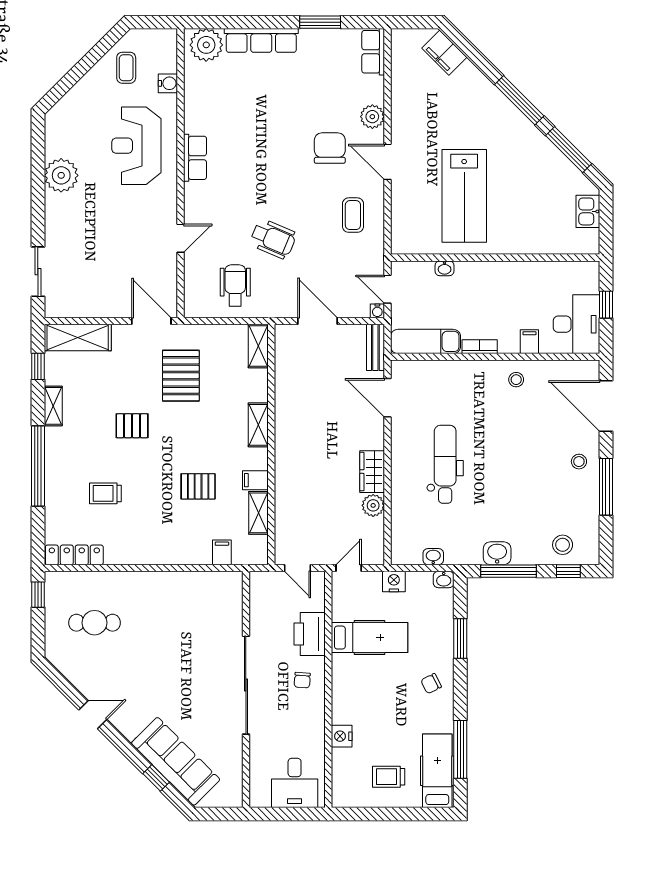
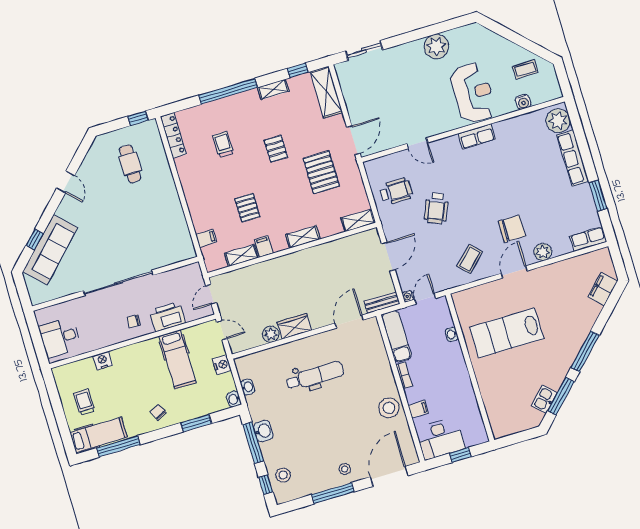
reception desk: (136, 146) -> (473, 93), turned 90
kitchen sink: (588, 211) -> (544, 399), moved, turned -45
coffee table: (353, 215) -> (470, 259), turned -44
pallet: (181, 376) -> (321, 172), turned 90
stool: (516, 380) -> (389, 408), width x1.89, depth x1.89

